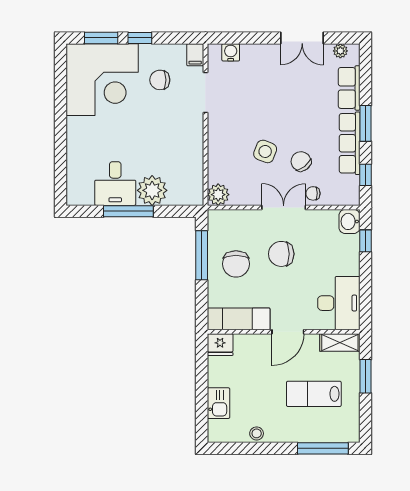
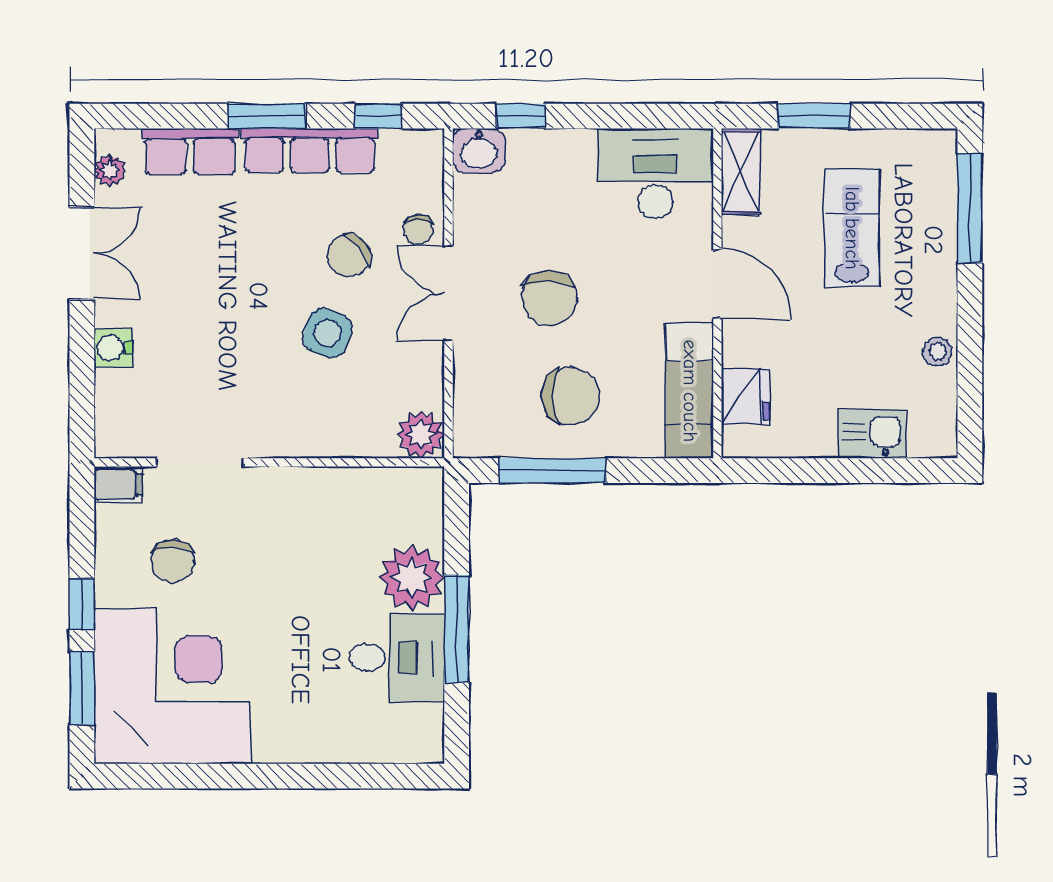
water cooler: (231, 52) -> (113, 348), moved
fridge: (220, 345) -> (745, 396), moved
lab bench: (314, 394) -> (852, 228), turned 180

